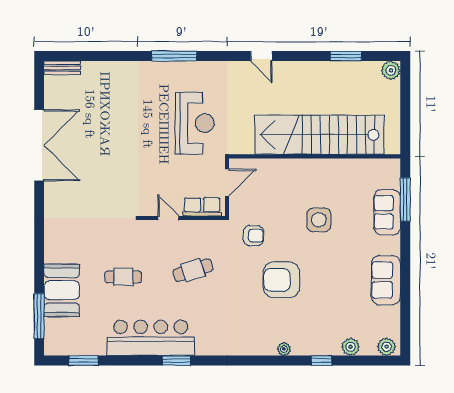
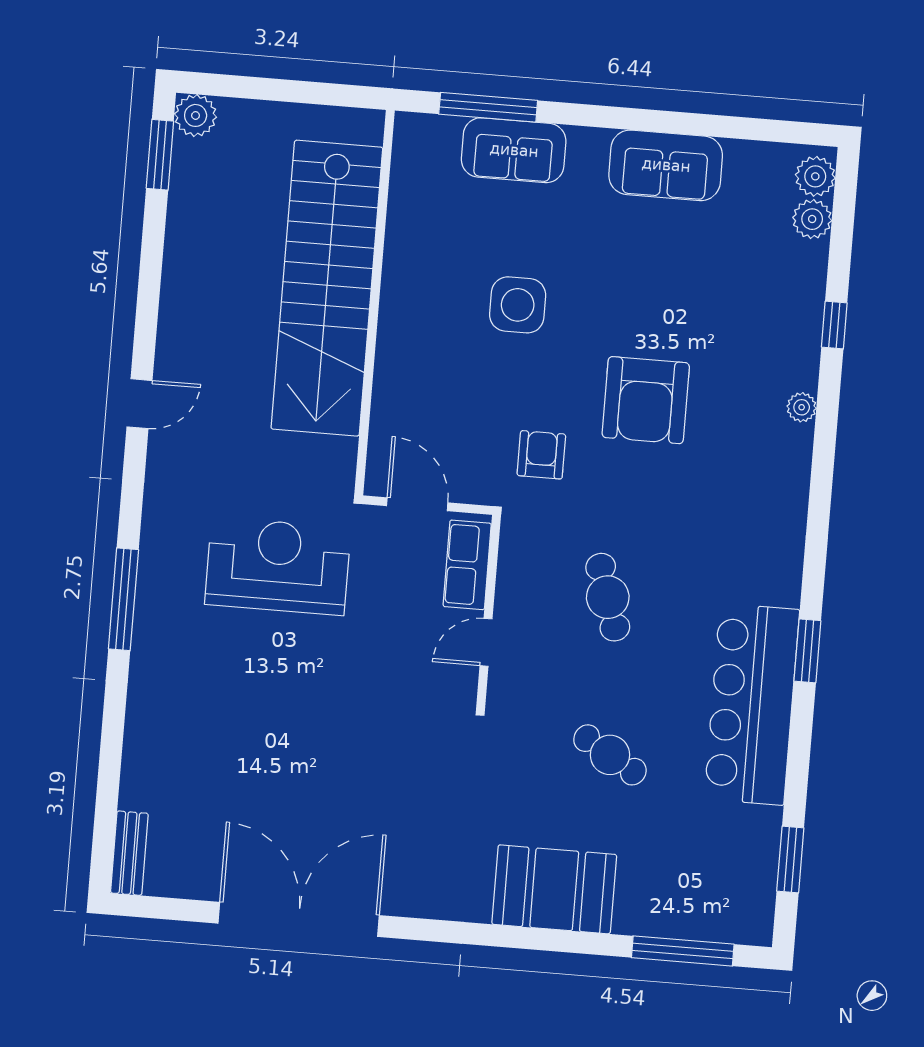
window: (346, 56) -> (160, 155), moved
cafe table: (123, 277) -> (610, 755), turned -59
booth: (62, 290) -> (554, 889), moved
plant: (350, 347) -> (812, 219), moved

